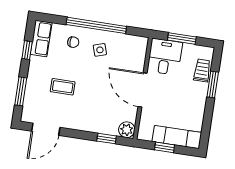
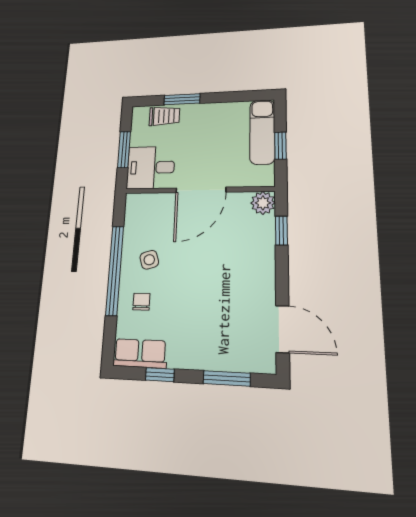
trolley: (202, 70) -> (164, 116), turned 180
coffee table: (63, 87) -> (211, 310), removed

